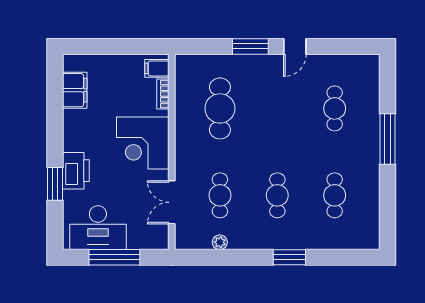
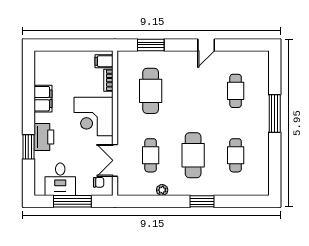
window: (250, 46) -> (151, 45), moved
filing cabinet: (75, 90) -> (43, 99), moved
cafe table: (277, 195) -> (193, 155), width x1.37, depth x1.35
desk: (98, 228) -> (60, 179), width x0.73
chair: (150, 232) -> (99, 182), added
plant: (220, 242) -> (162, 190), moved

